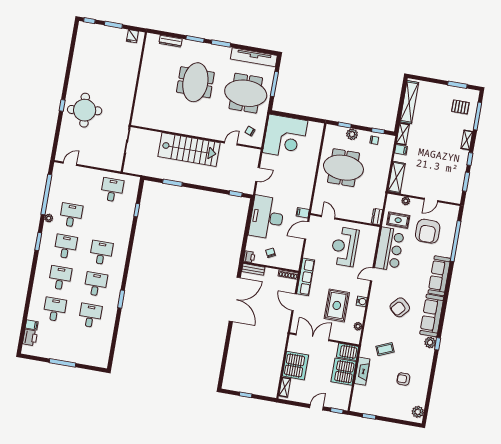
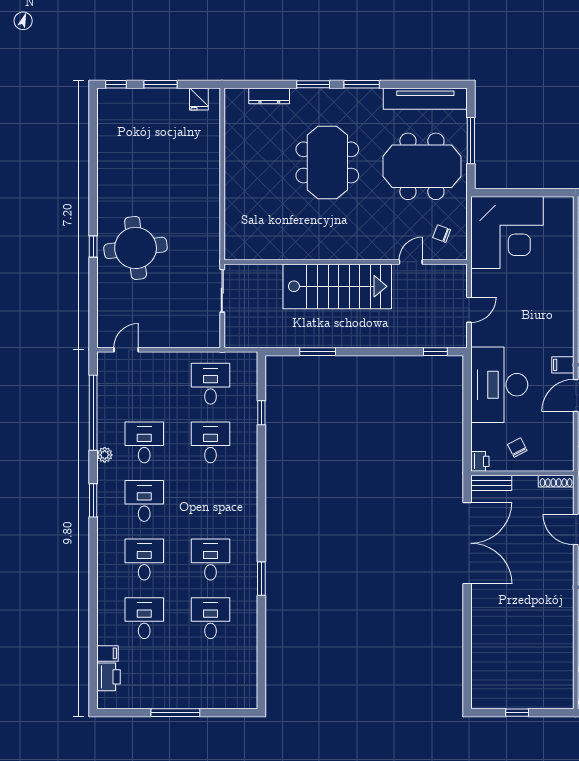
desk: (101, 253) -> (211, 442), moved

